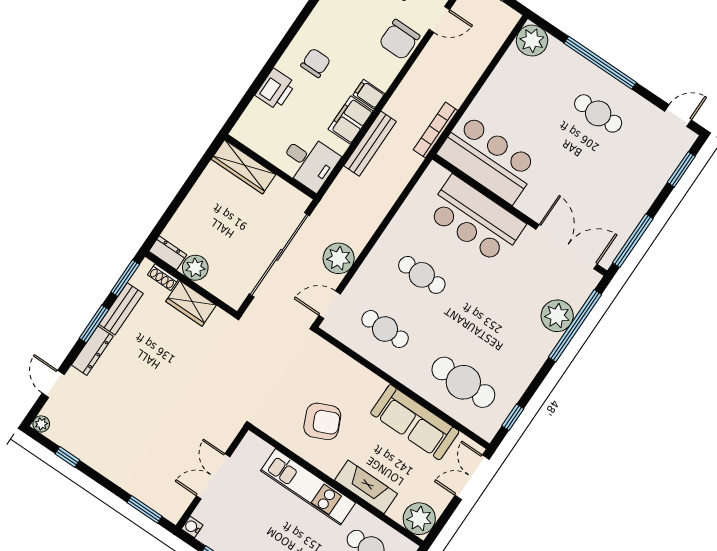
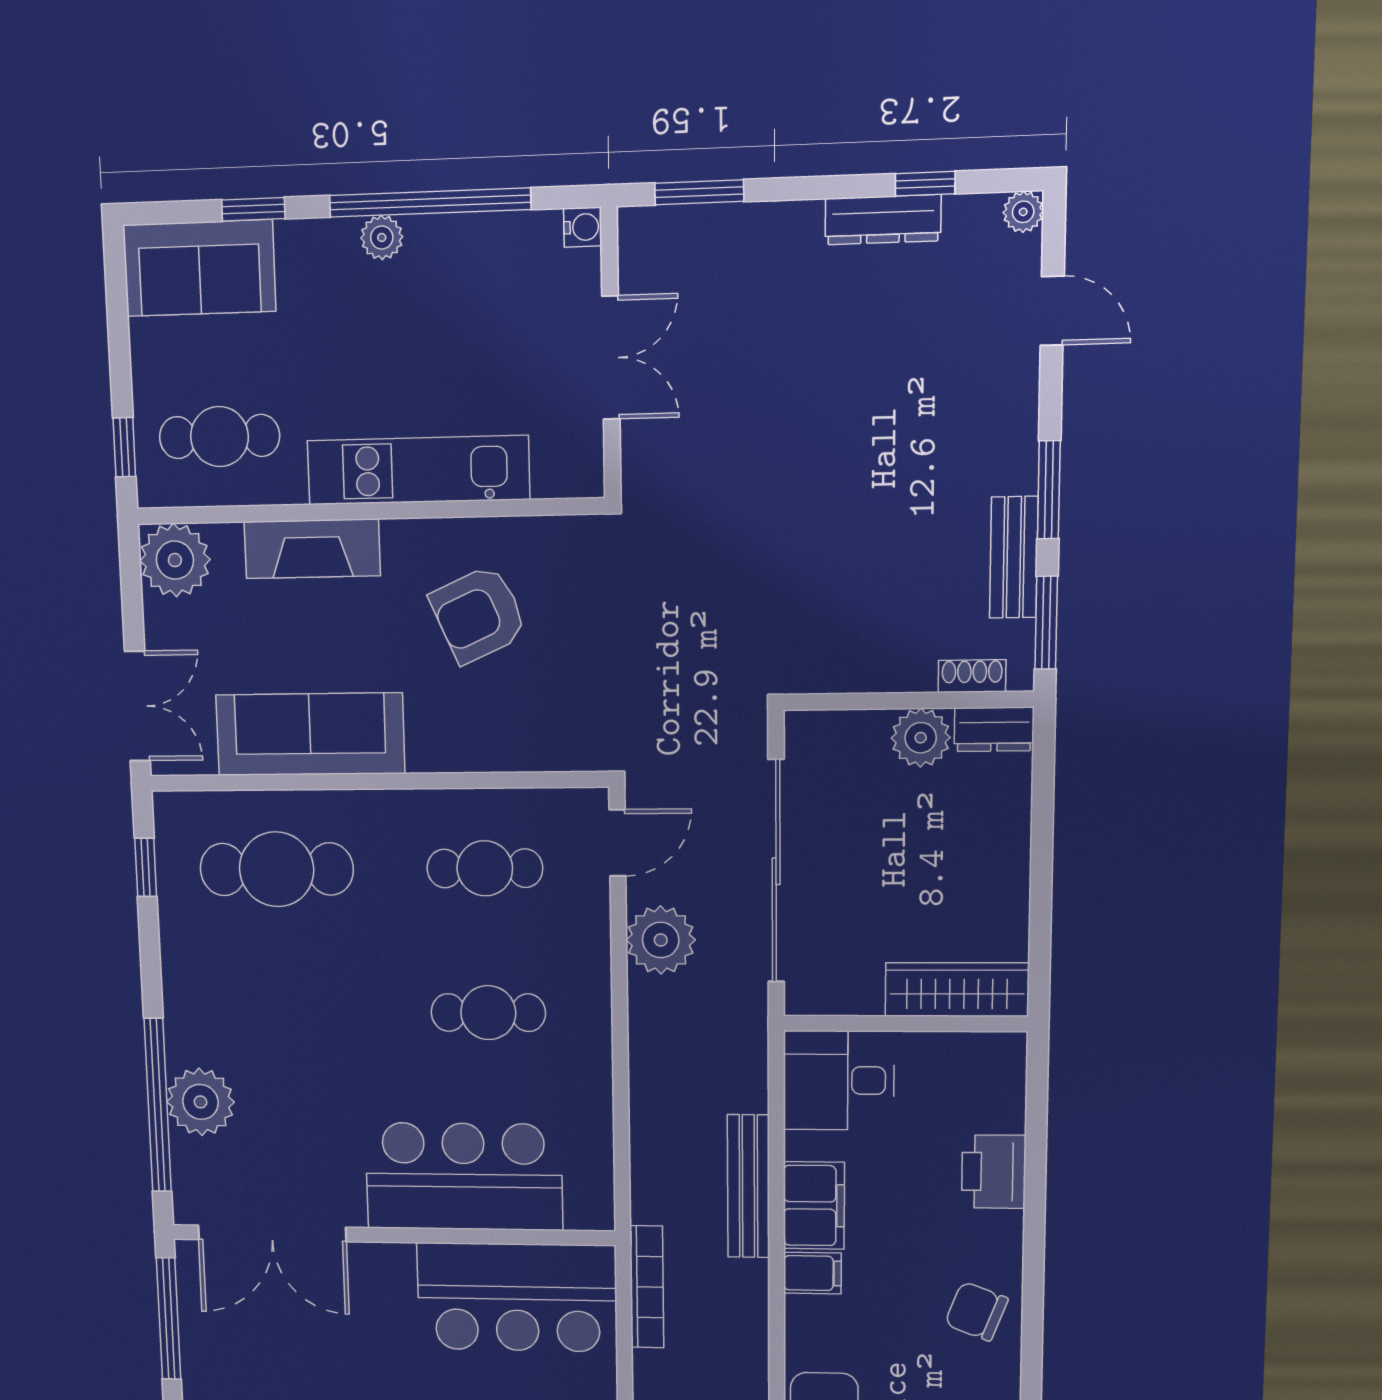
chair: (316, 63) -> (976, 1311), moved, turned 111
wardrobe: (191, 303) -> (883, 664), removed
dresser: (92, 351) -> (883, 220), moved, turned -90

